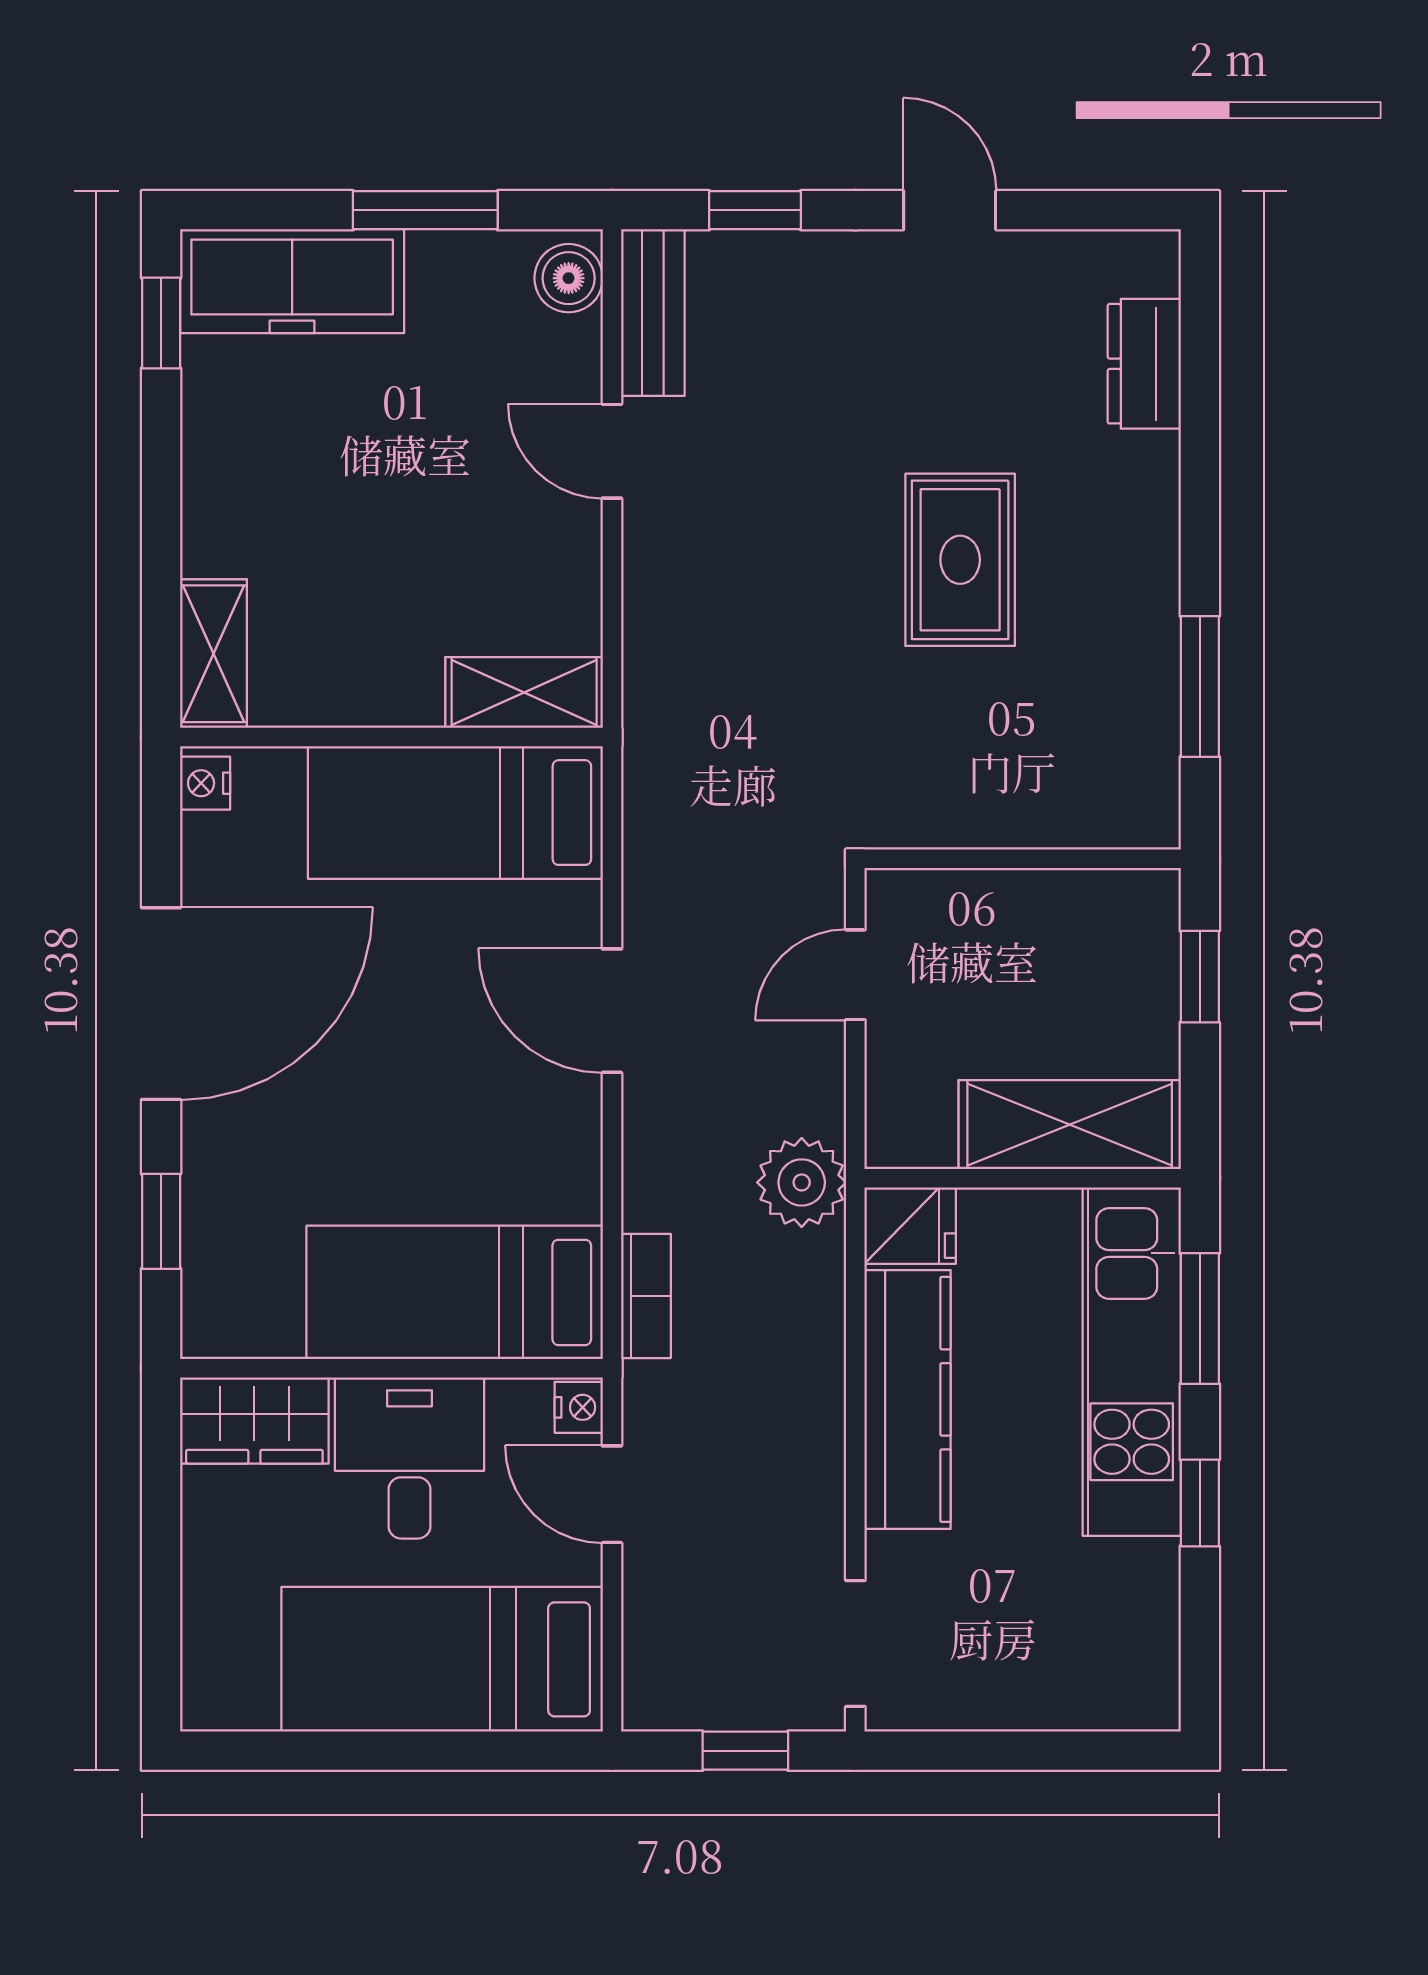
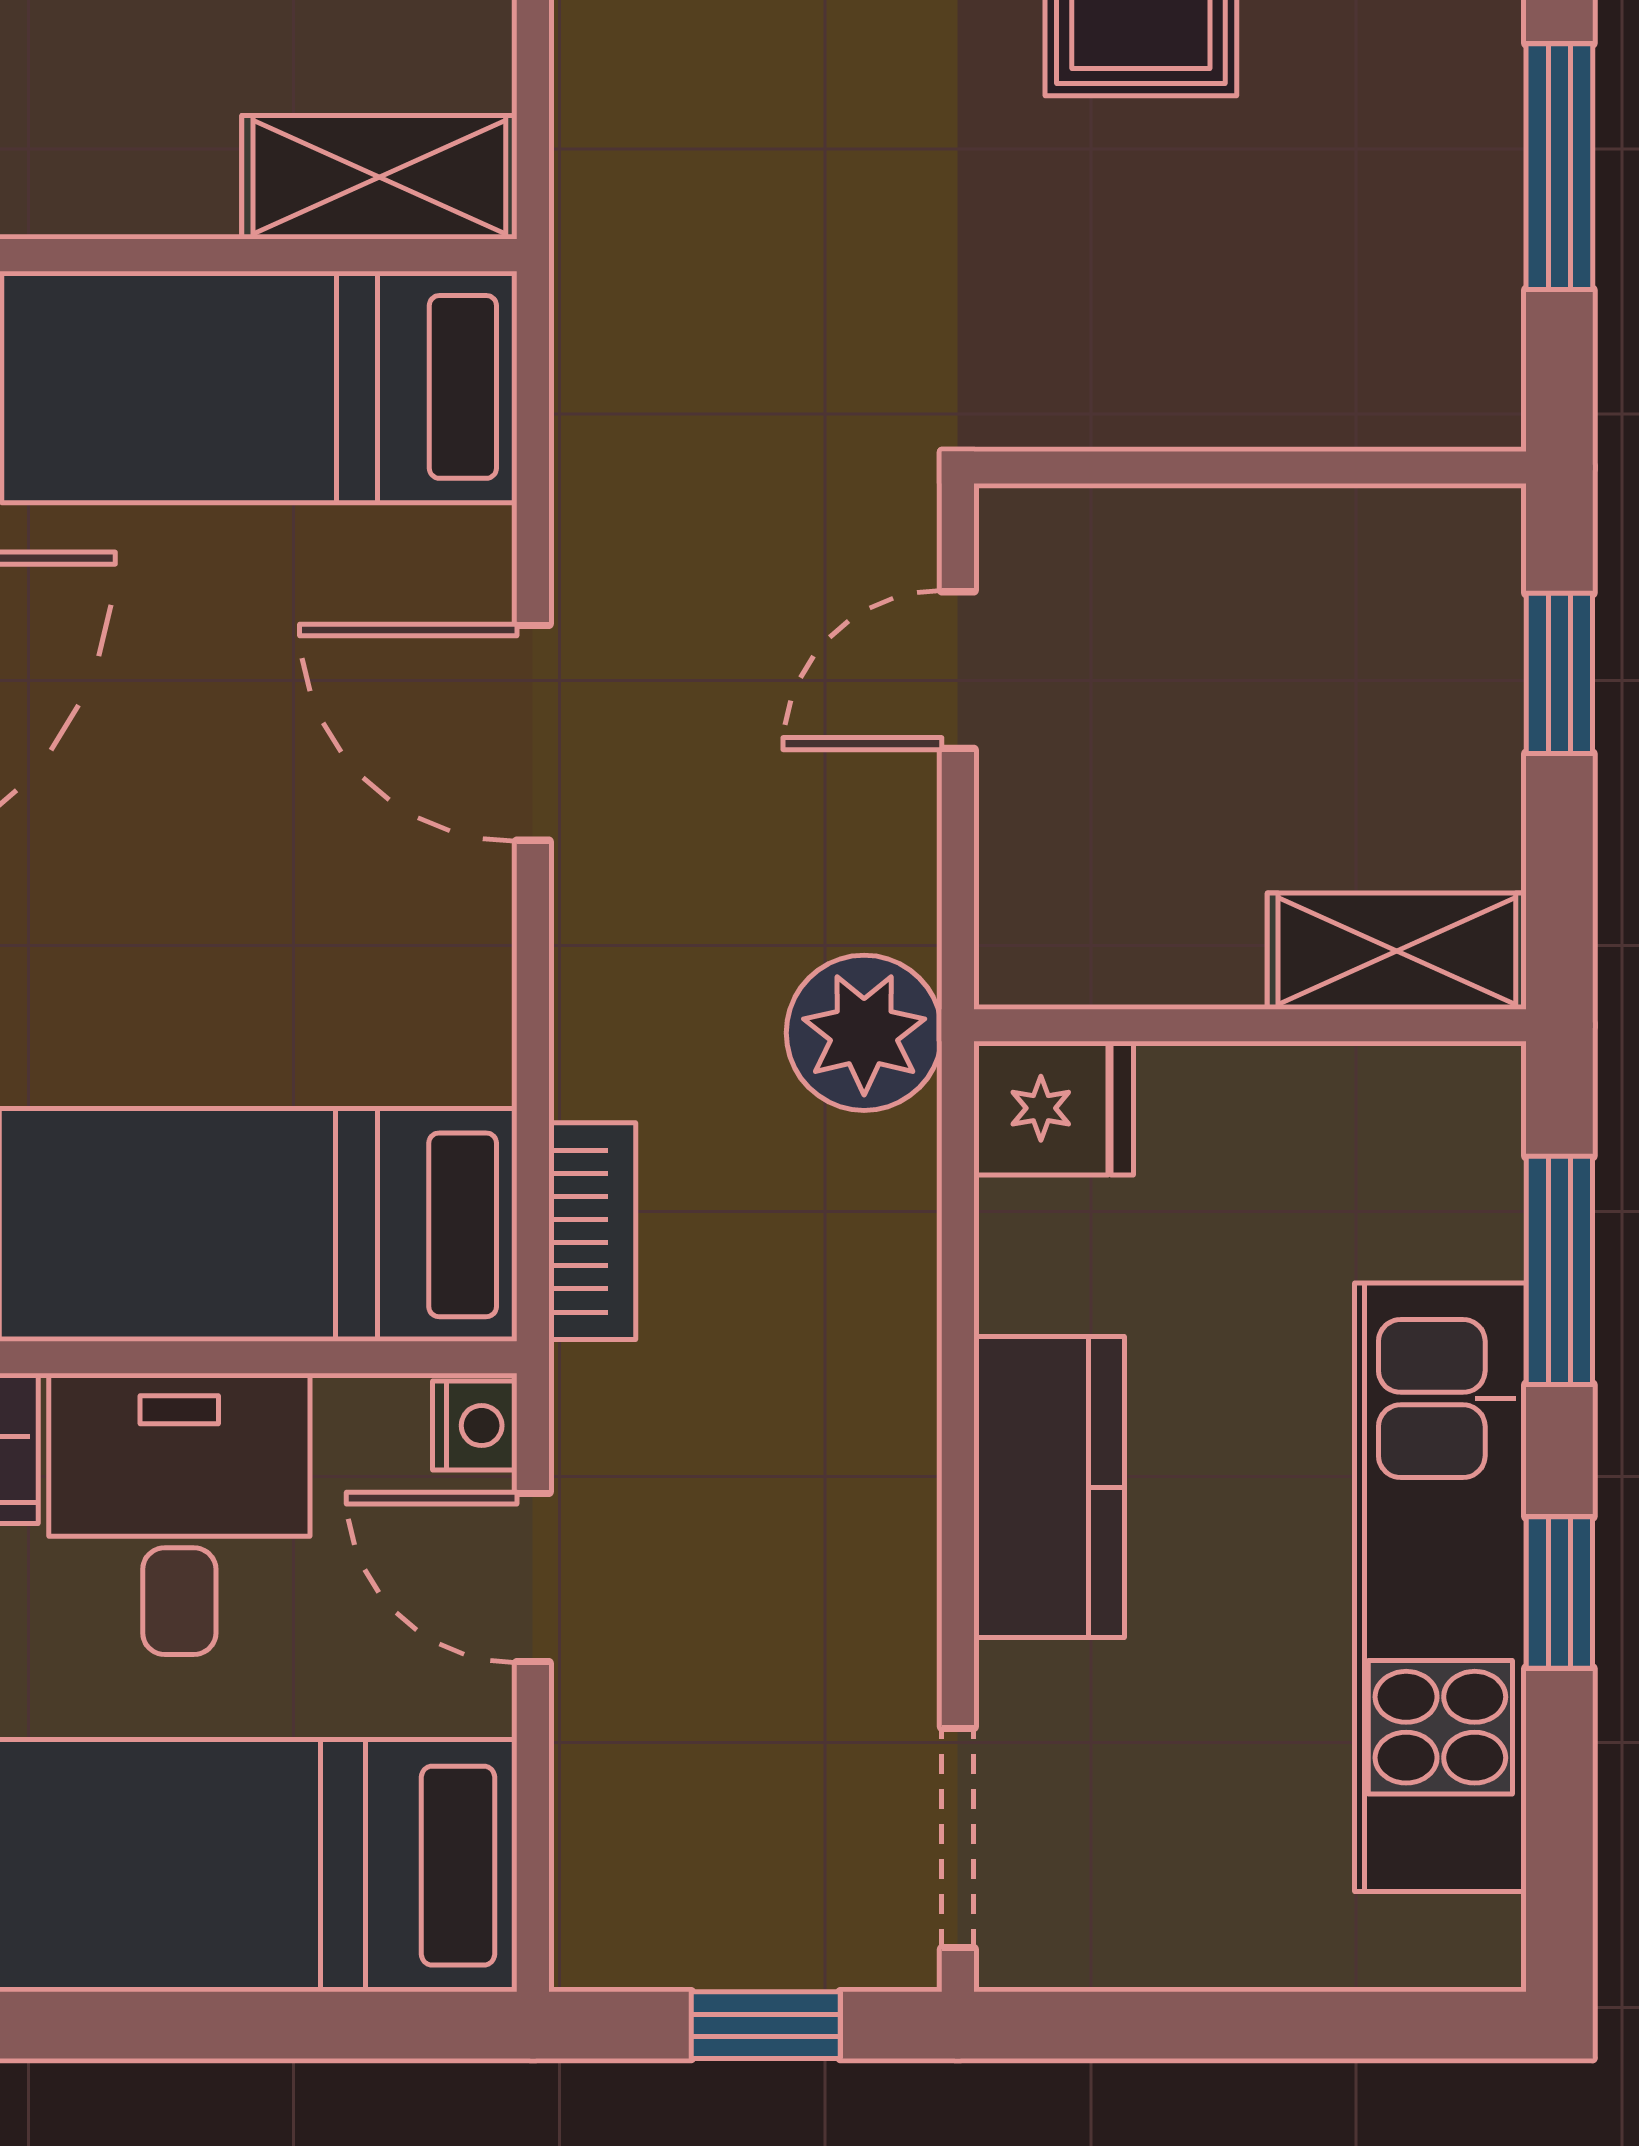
shelving: (1070, 1125) -> (1397, 951), width x0.67, depth x0.75
kitchen unit: (1132, 1362) -> (1440, 1587), moved
kitchen counter: (908, 1399) -> (1049, 1487), width x0.67

